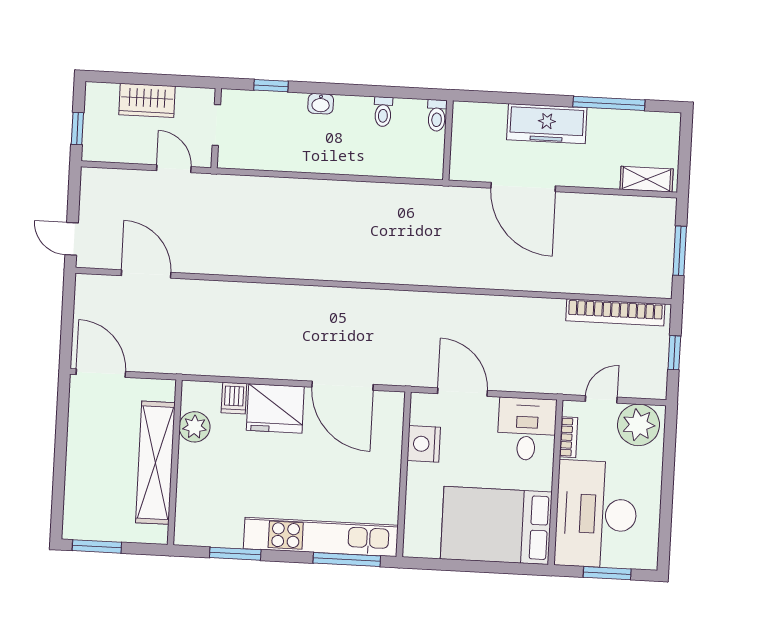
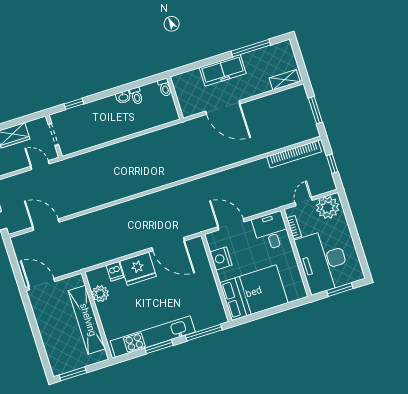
washbasin: (321, 104) -> (123, 97), moved
bed: (496, 525) -> (254, 293), moved, turned 180
kitchen unit: (321, 537) -> (153, 336), moved
window: (235, 554) -> (159, 347), moved

